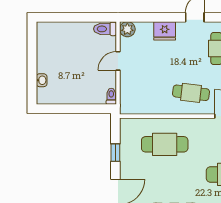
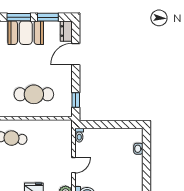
window: (115, 153) -> (76, 100), moved

